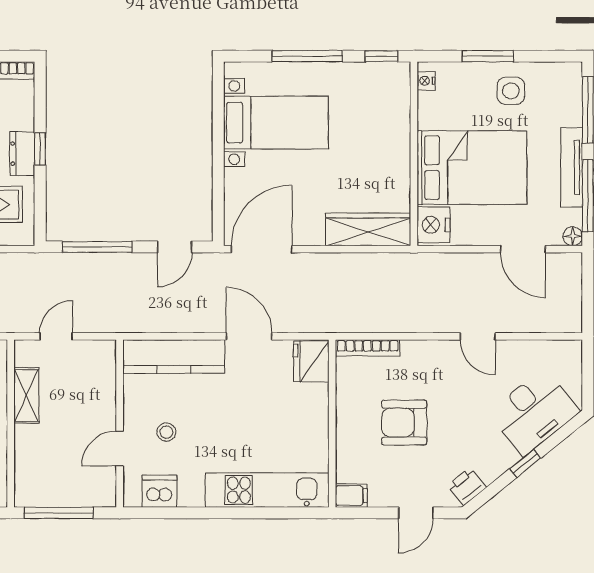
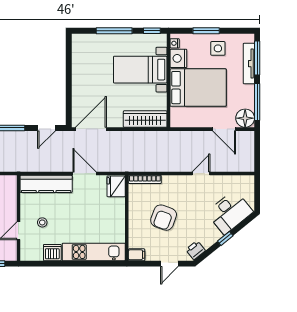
bed with nightstands: (276, 123) -> (140, 70), moved, turned 180
tv unit: (572, 167) -> (249, 64), moved
nightstand: (433, 225) -> (178, 58), moved
floor lamp: (573, 236) -> (245, 118), width x1.89, depth x1.89
door: (478, 336) -> (201, 174), swing flipped
armchair: (404, 423) -> (164, 218), turned -70
dishwasher: (160, 491) -> (52, 253), moved

